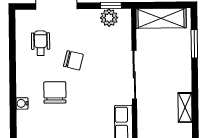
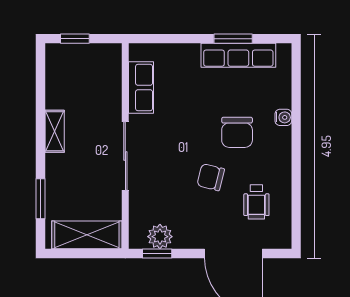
shelving: (185, 107) -> (55, 131), moved

